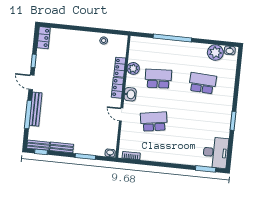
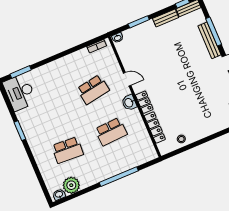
locker: (120, 67) -> (155, 128), width x1.53
plant: (133, 68) -> (140, 128), removed

